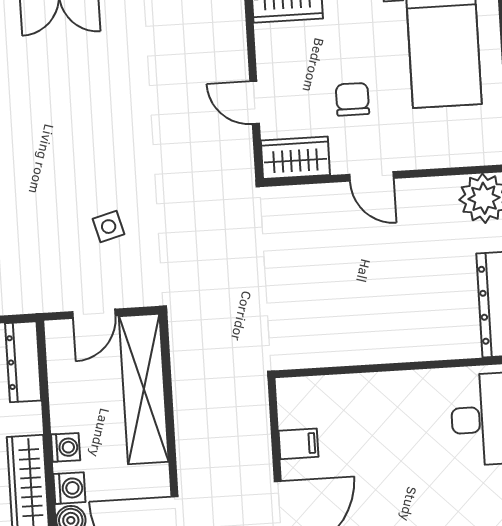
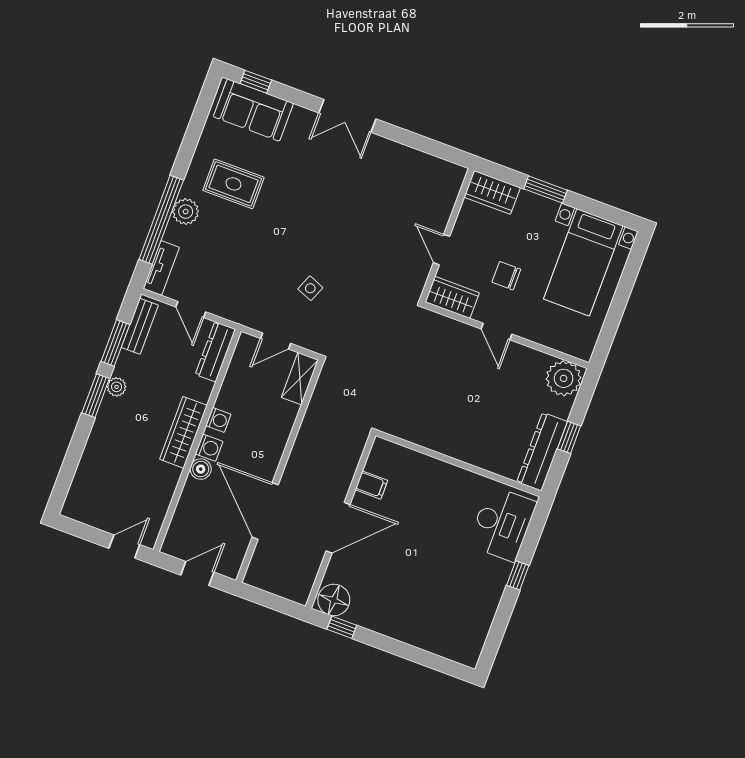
chair: (352, 99) -> (506, 276), turned -90
side table: (109, 227) -> (310, 288), turned 37
shelving: (144, 389) -> (300, 379), width x0.45, depth x0.75

